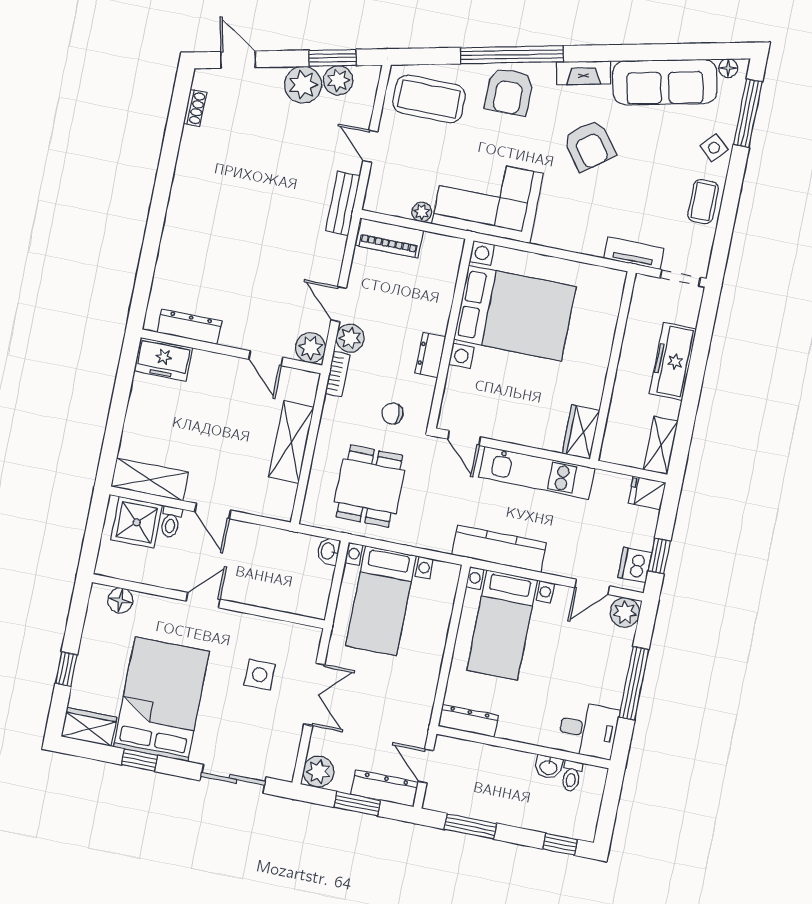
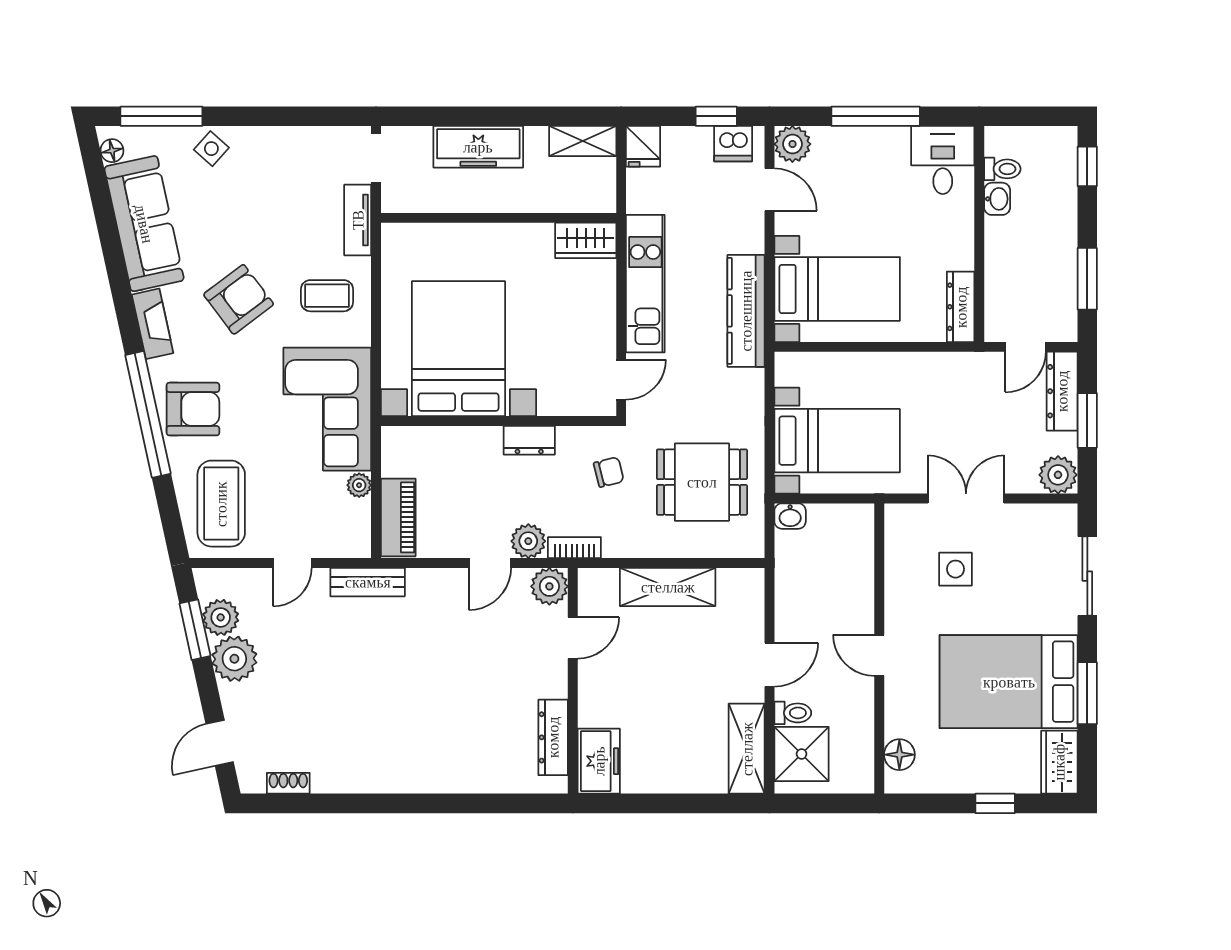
coffee table: (703, 202) -> (327, 296), moved
chair: (392, 413) -> (609, 472), turned -104
window: (139, 760) -> (1087, 693), width x1.50

